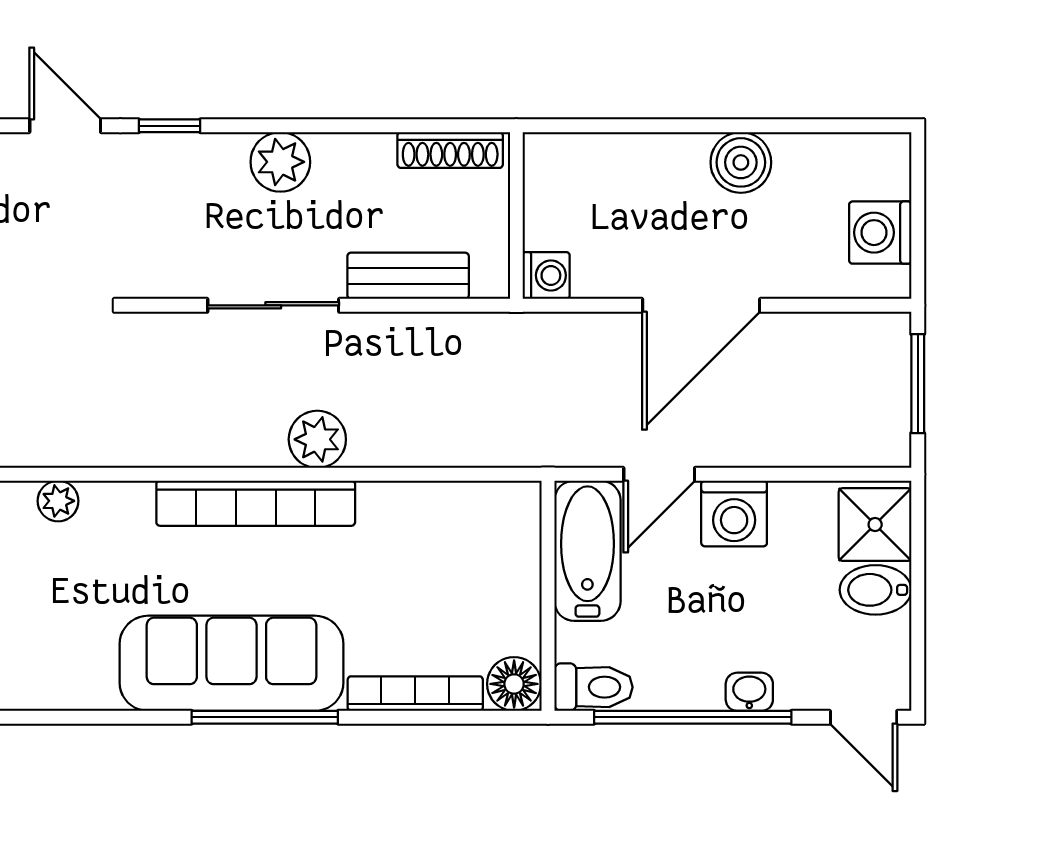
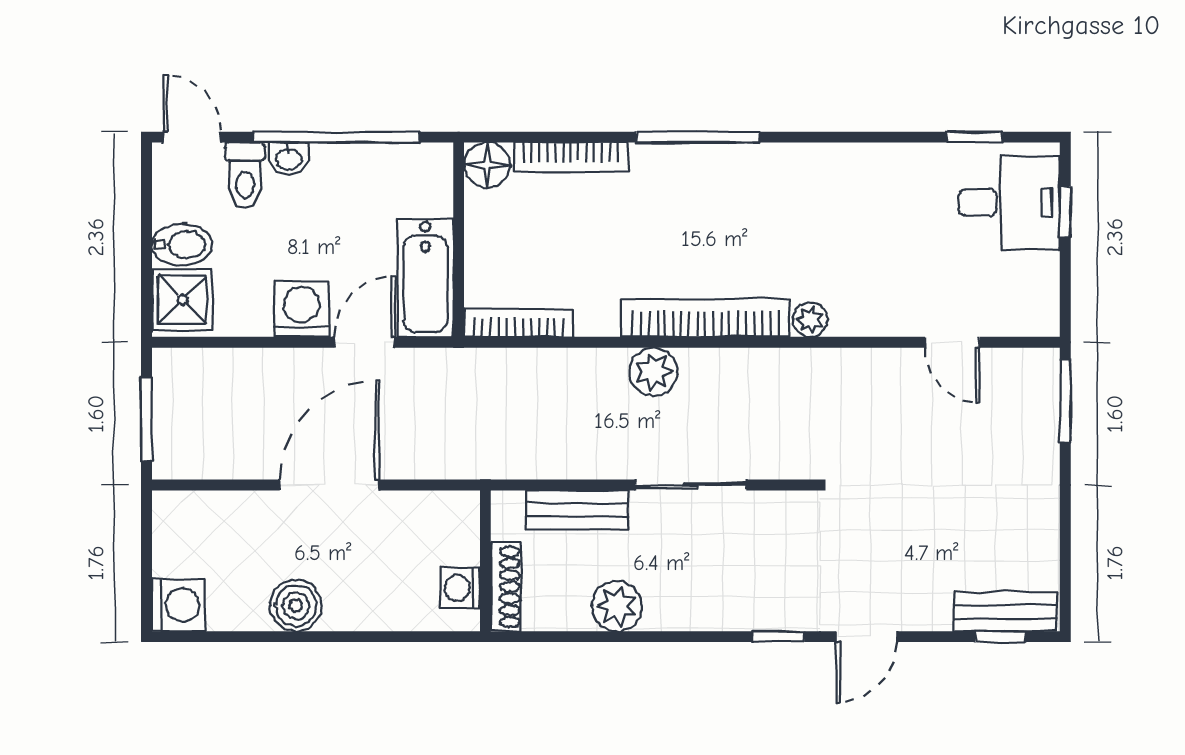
door: (65, 126) -> (866, 637), hinge flipped
shoe rack: (450, 150) -> (506, 587), moved, turned 90
plant: (280, 162) -> (617, 606), moved
washing machine: (880, 233) -> (178, 605), moved
washing machine: (546, 275) -> (460, 588), moved
bookcase: (477, 497) -> (519, 323), added
plant: (58, 501) -> (810, 320), moved
sofa: (231, 663) -> (726, 183), removed
toilet: (594, 687) -> (245, 176), moved, turned -90

